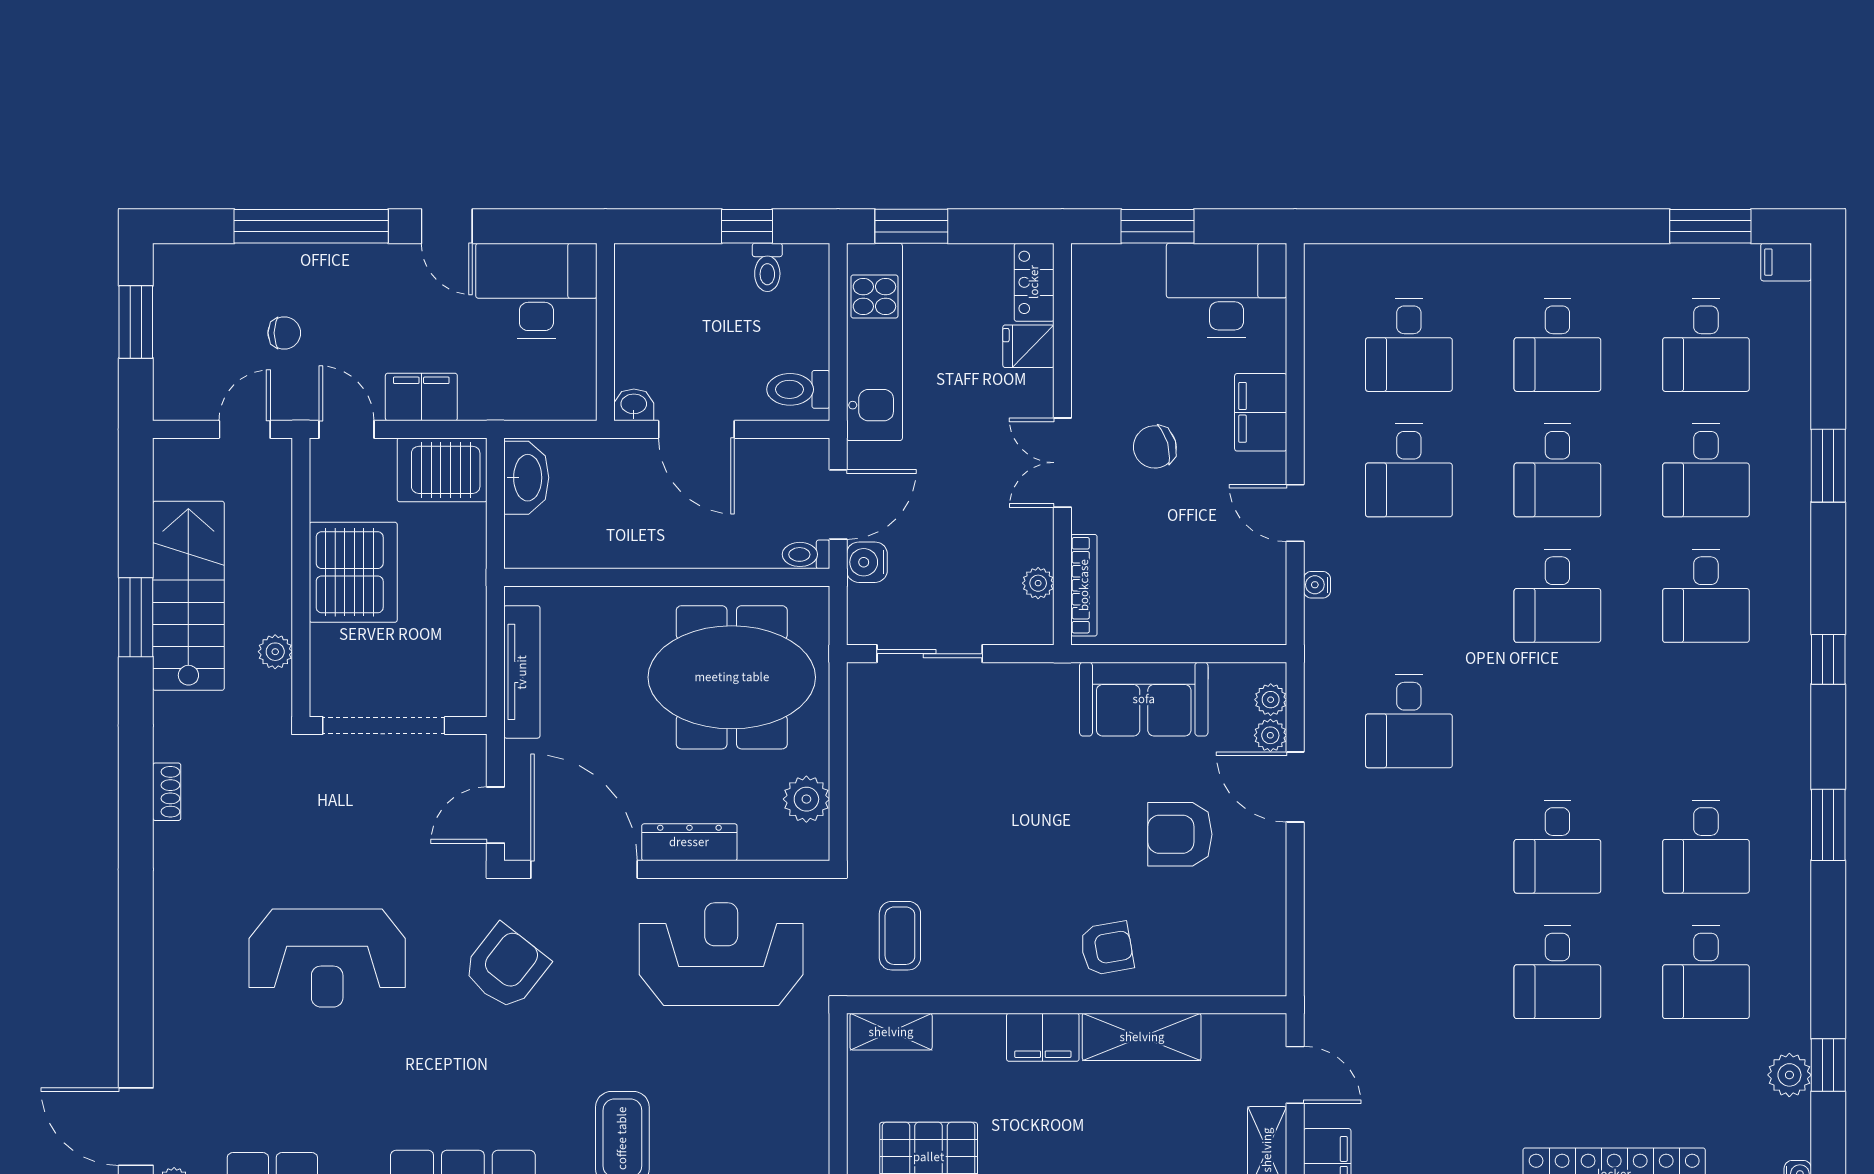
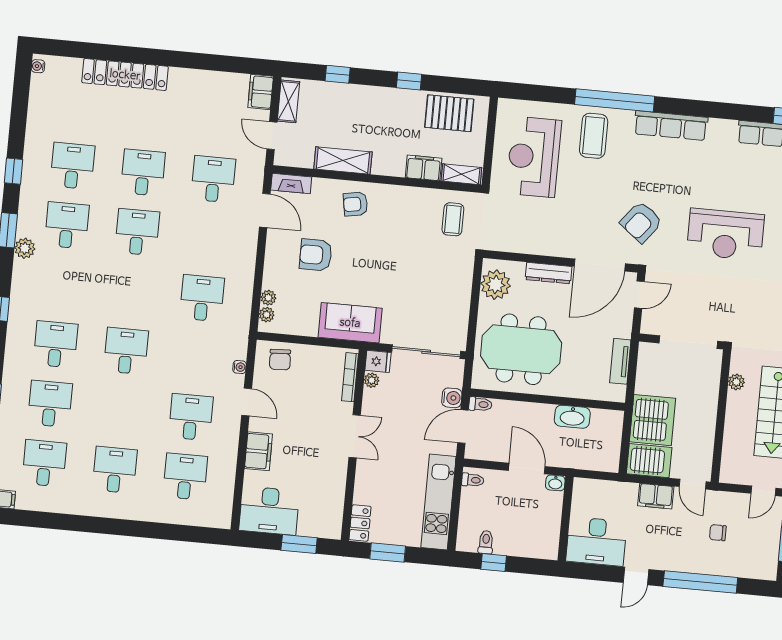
door: (447, 226) -> (636, 576), swing flipped
window: (911, 226) -> (388, 552), moved
window: (1710, 226) -> (37, 519), removed
fridge: (1028, 346) -> (378, 361), moved
toilet: (798, 389) -> (473, 480), width x0.73, depth x0.72
door: (245, 429) -> (763, 491), moved
chair: (1155, 447) -> (280, 360), moved, turned 103
desk: (1557, 470) -> (213, 179), moved
washbasin: (526, 478) -> (572, 417), moved, turned -90
server rack: (353, 572) -> (652, 420), moved, turned 180
sliding door: (930, 654) -> (426, 352), width x1.37
tv unit: (522, 672) -> (620, 361), width x0.71
sofa: (1144, 699) -> (350, 323), moved
door: (1295, 787) -> (265, 211), moved
plant: (806, 799) -> (496, 285), width x1.36, depth x1.36
armchair: (1180, 834) -> (316, 255), turned 180
door: (584, 869) -> (600, 265), hinge flipped
reception desk: (721, 954) -> (534, 157), moved, turned 90
reception desk: (327, 958) -> (725, 234), turned 180
fireplace: (1245, 979) -> (291, 184), added
filing cabinet: (1043, 1037) -> (424, 168), moved
window: (1828, 1065) -> (13, 171), moved
plant: (1789, 1075) -> (25, 248), moved

